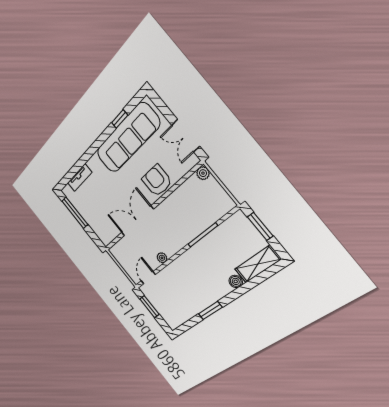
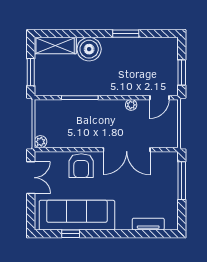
window: (75, 213) -> (182, 181), moved
boiler: (236, 281) -> (89, 49), width x1.86, depth x1.86

